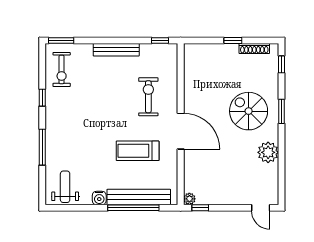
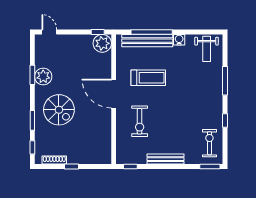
window: (282, 111) -> (32, 120), moved
window: (282, 155) -> (32, 75), added
plant: (189, 199) -> (102, 43), width x1.87, depth x1.87

